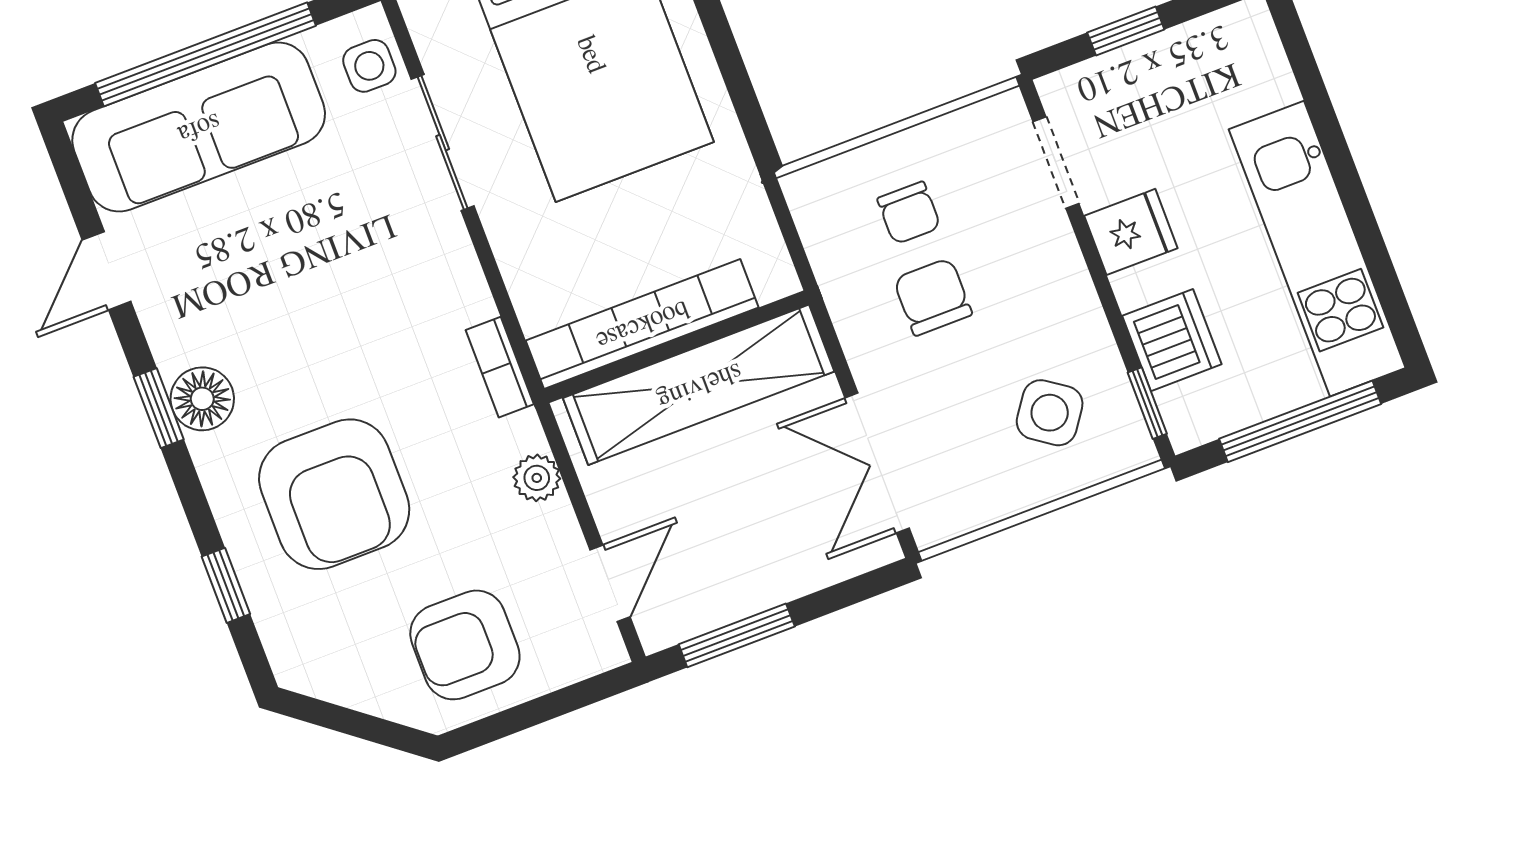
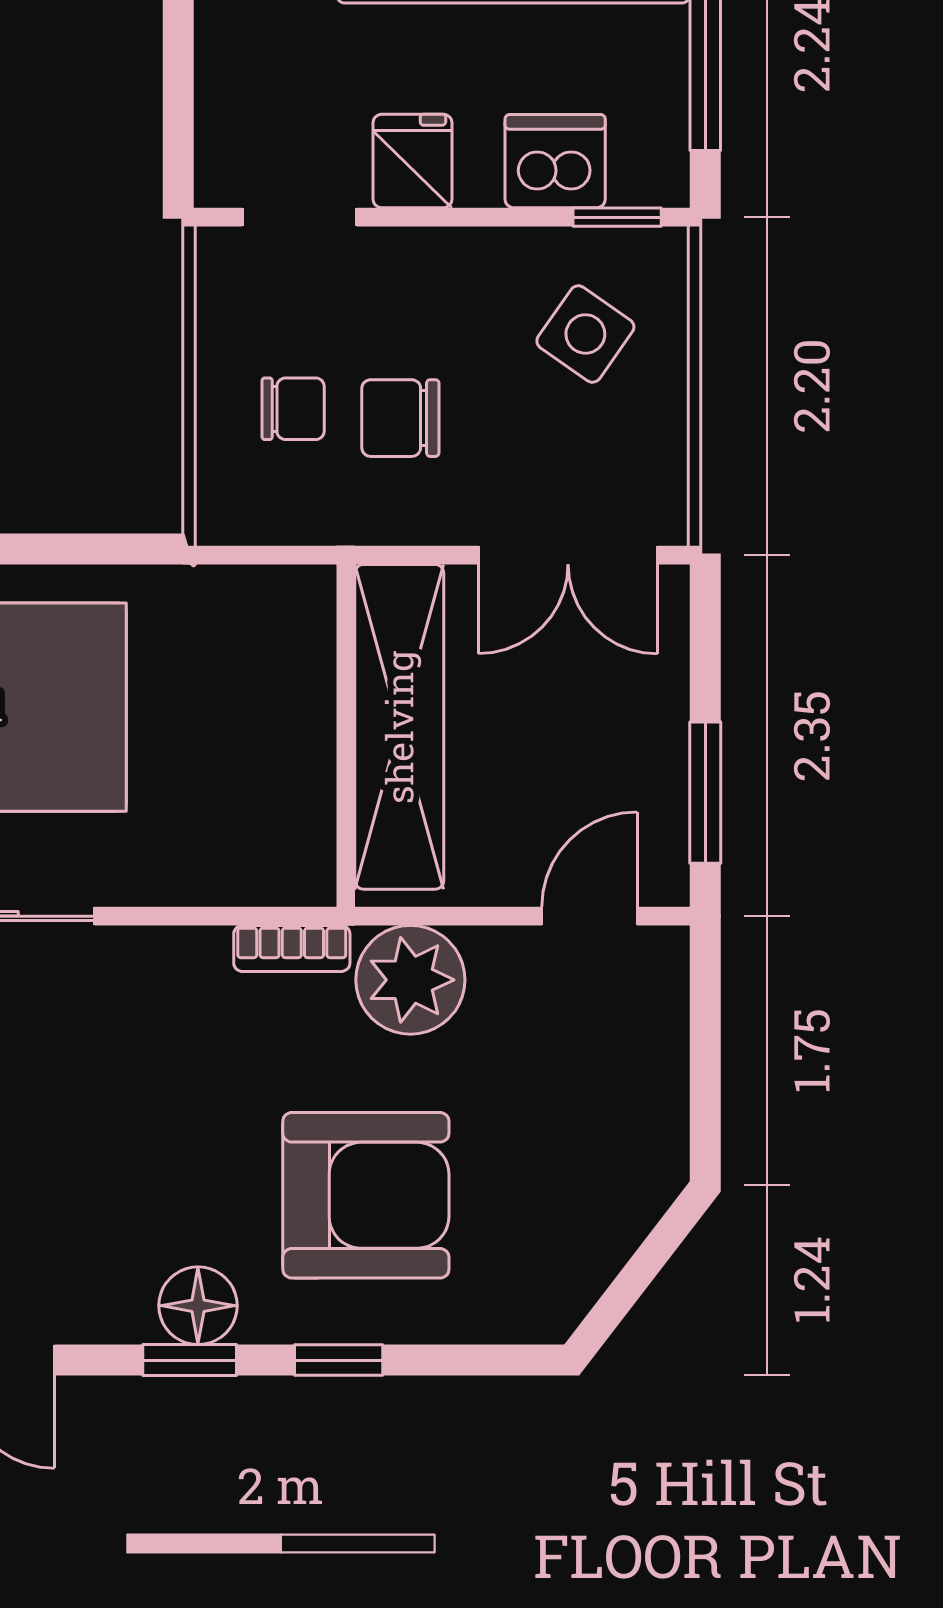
window: (1126, 31) -> (178, 79), removed
bookcase: (642, 324) -> (304, 765), removed
plant: (537, 478) -> (410, 980), width x1.88, depth x1.88
door: (610, 583) -> (590, 916), hinge flipped
window: (226, 585) -> (339, 1360), moved
armchair: (465, 645) -> (597, 1110), removed

